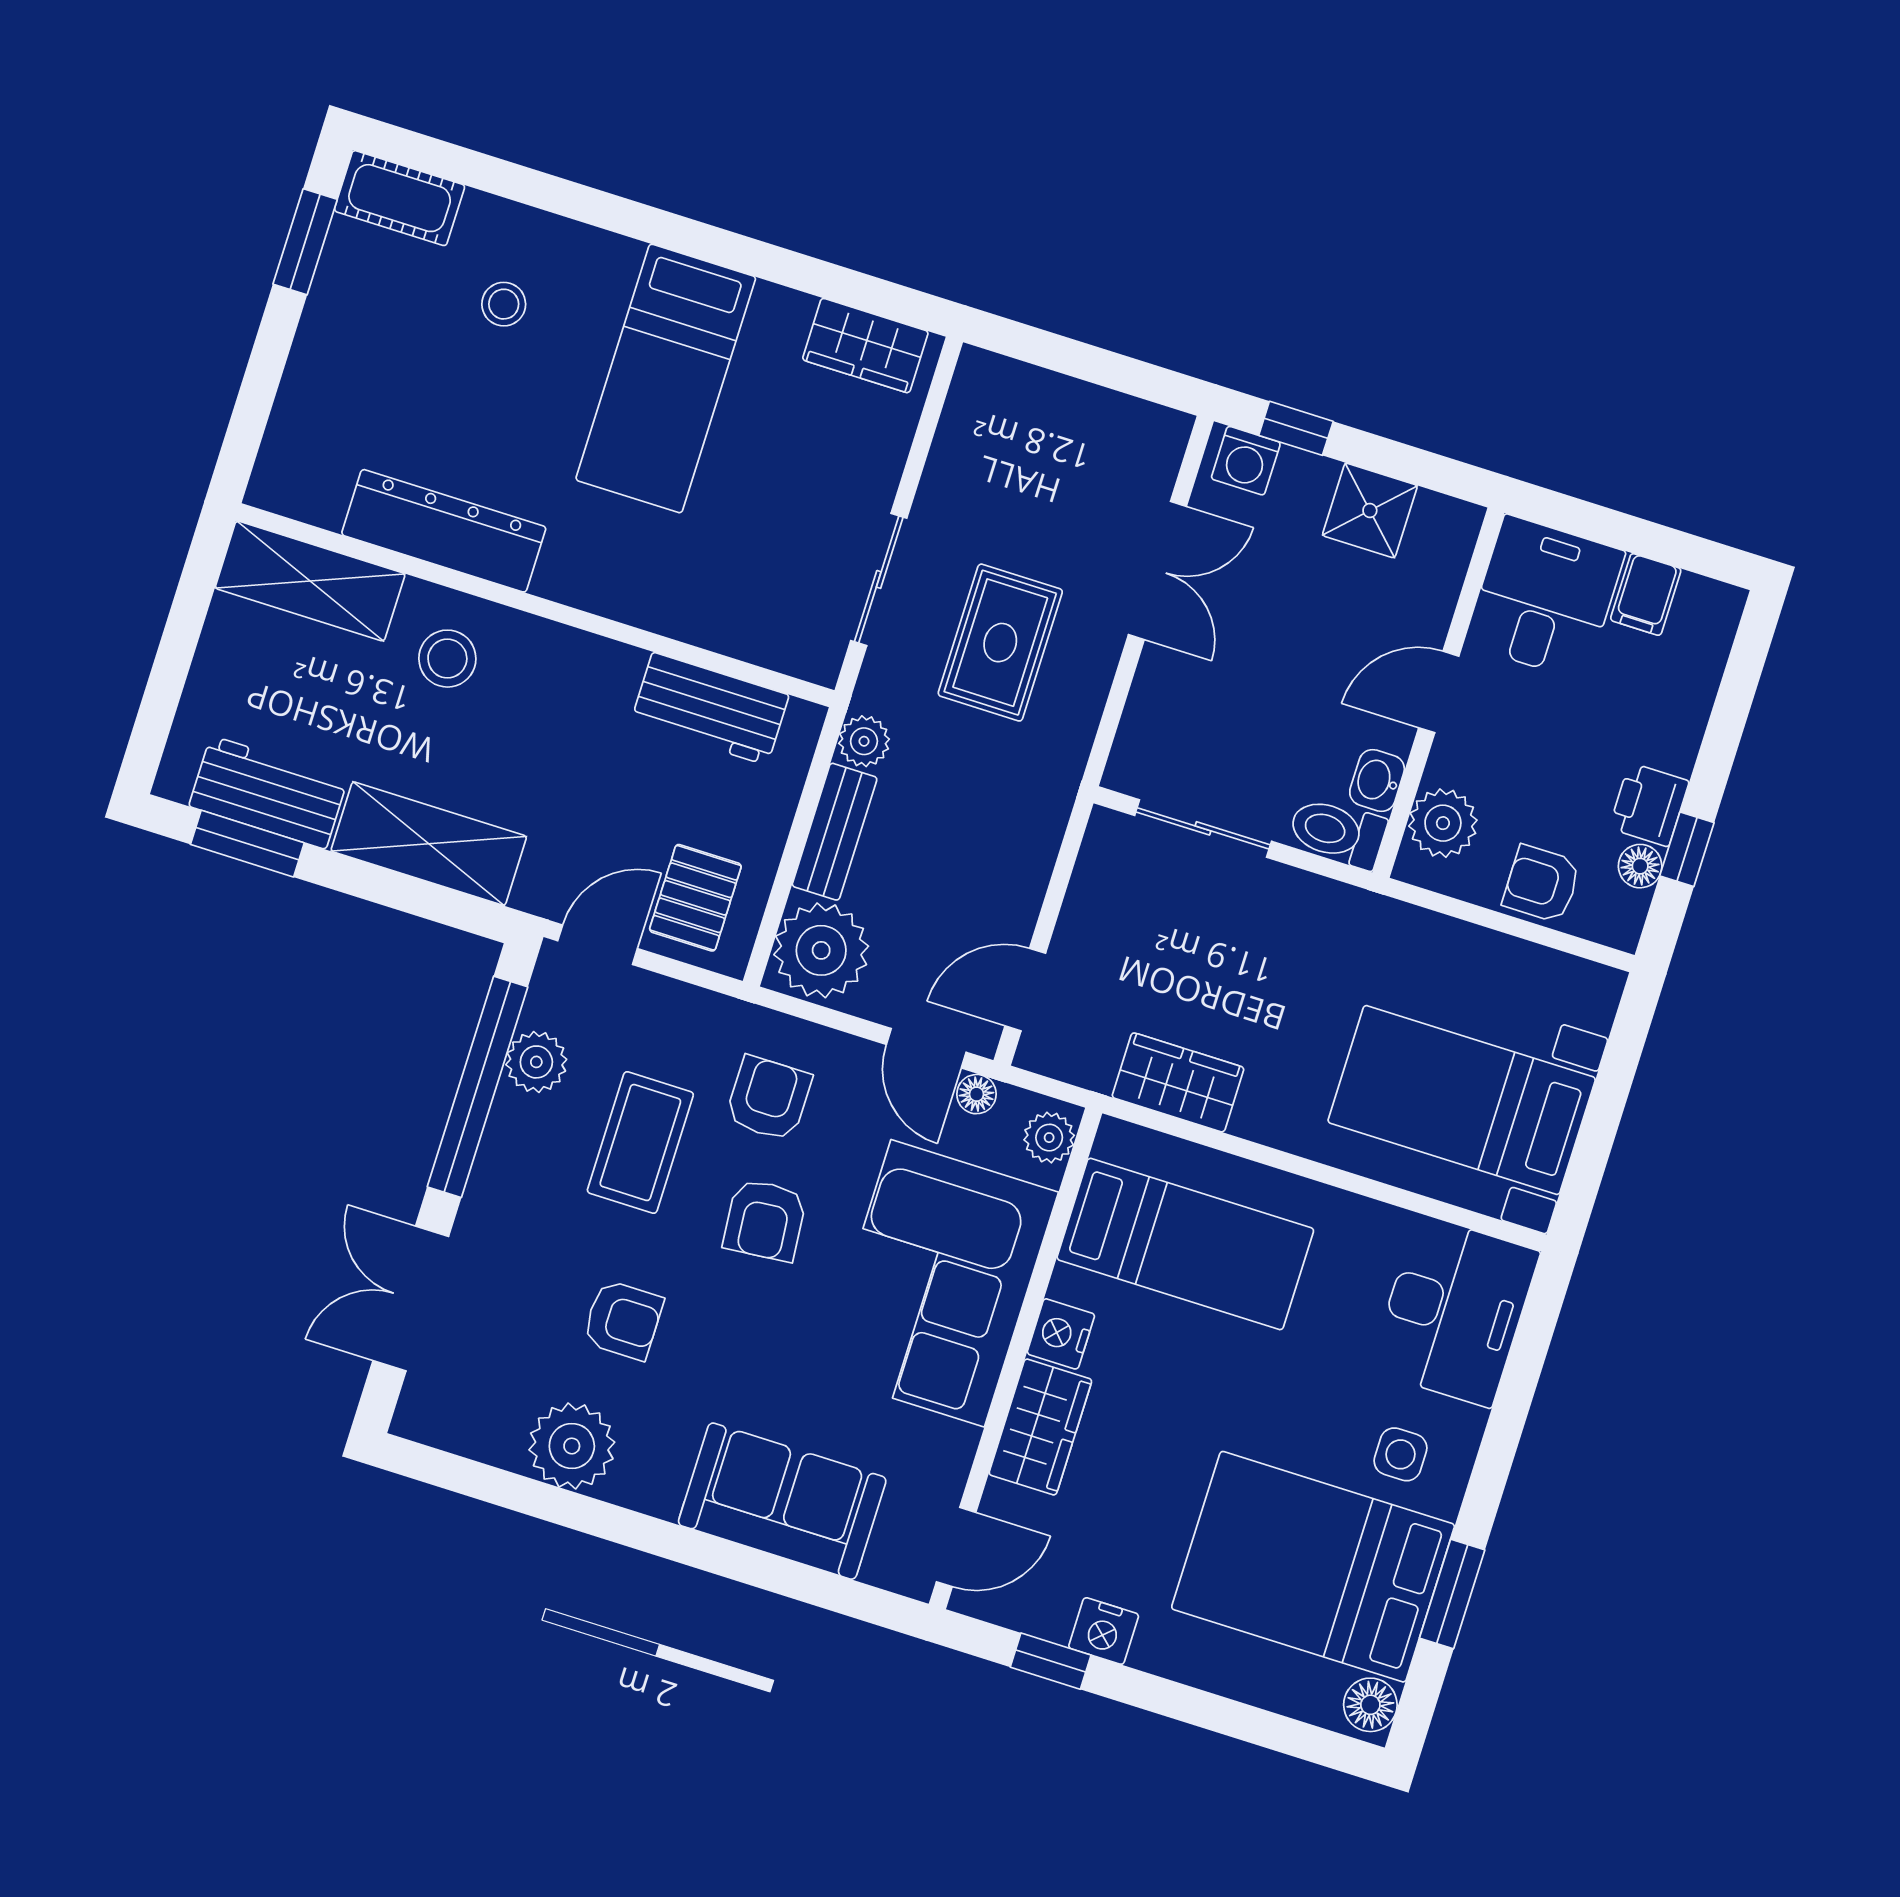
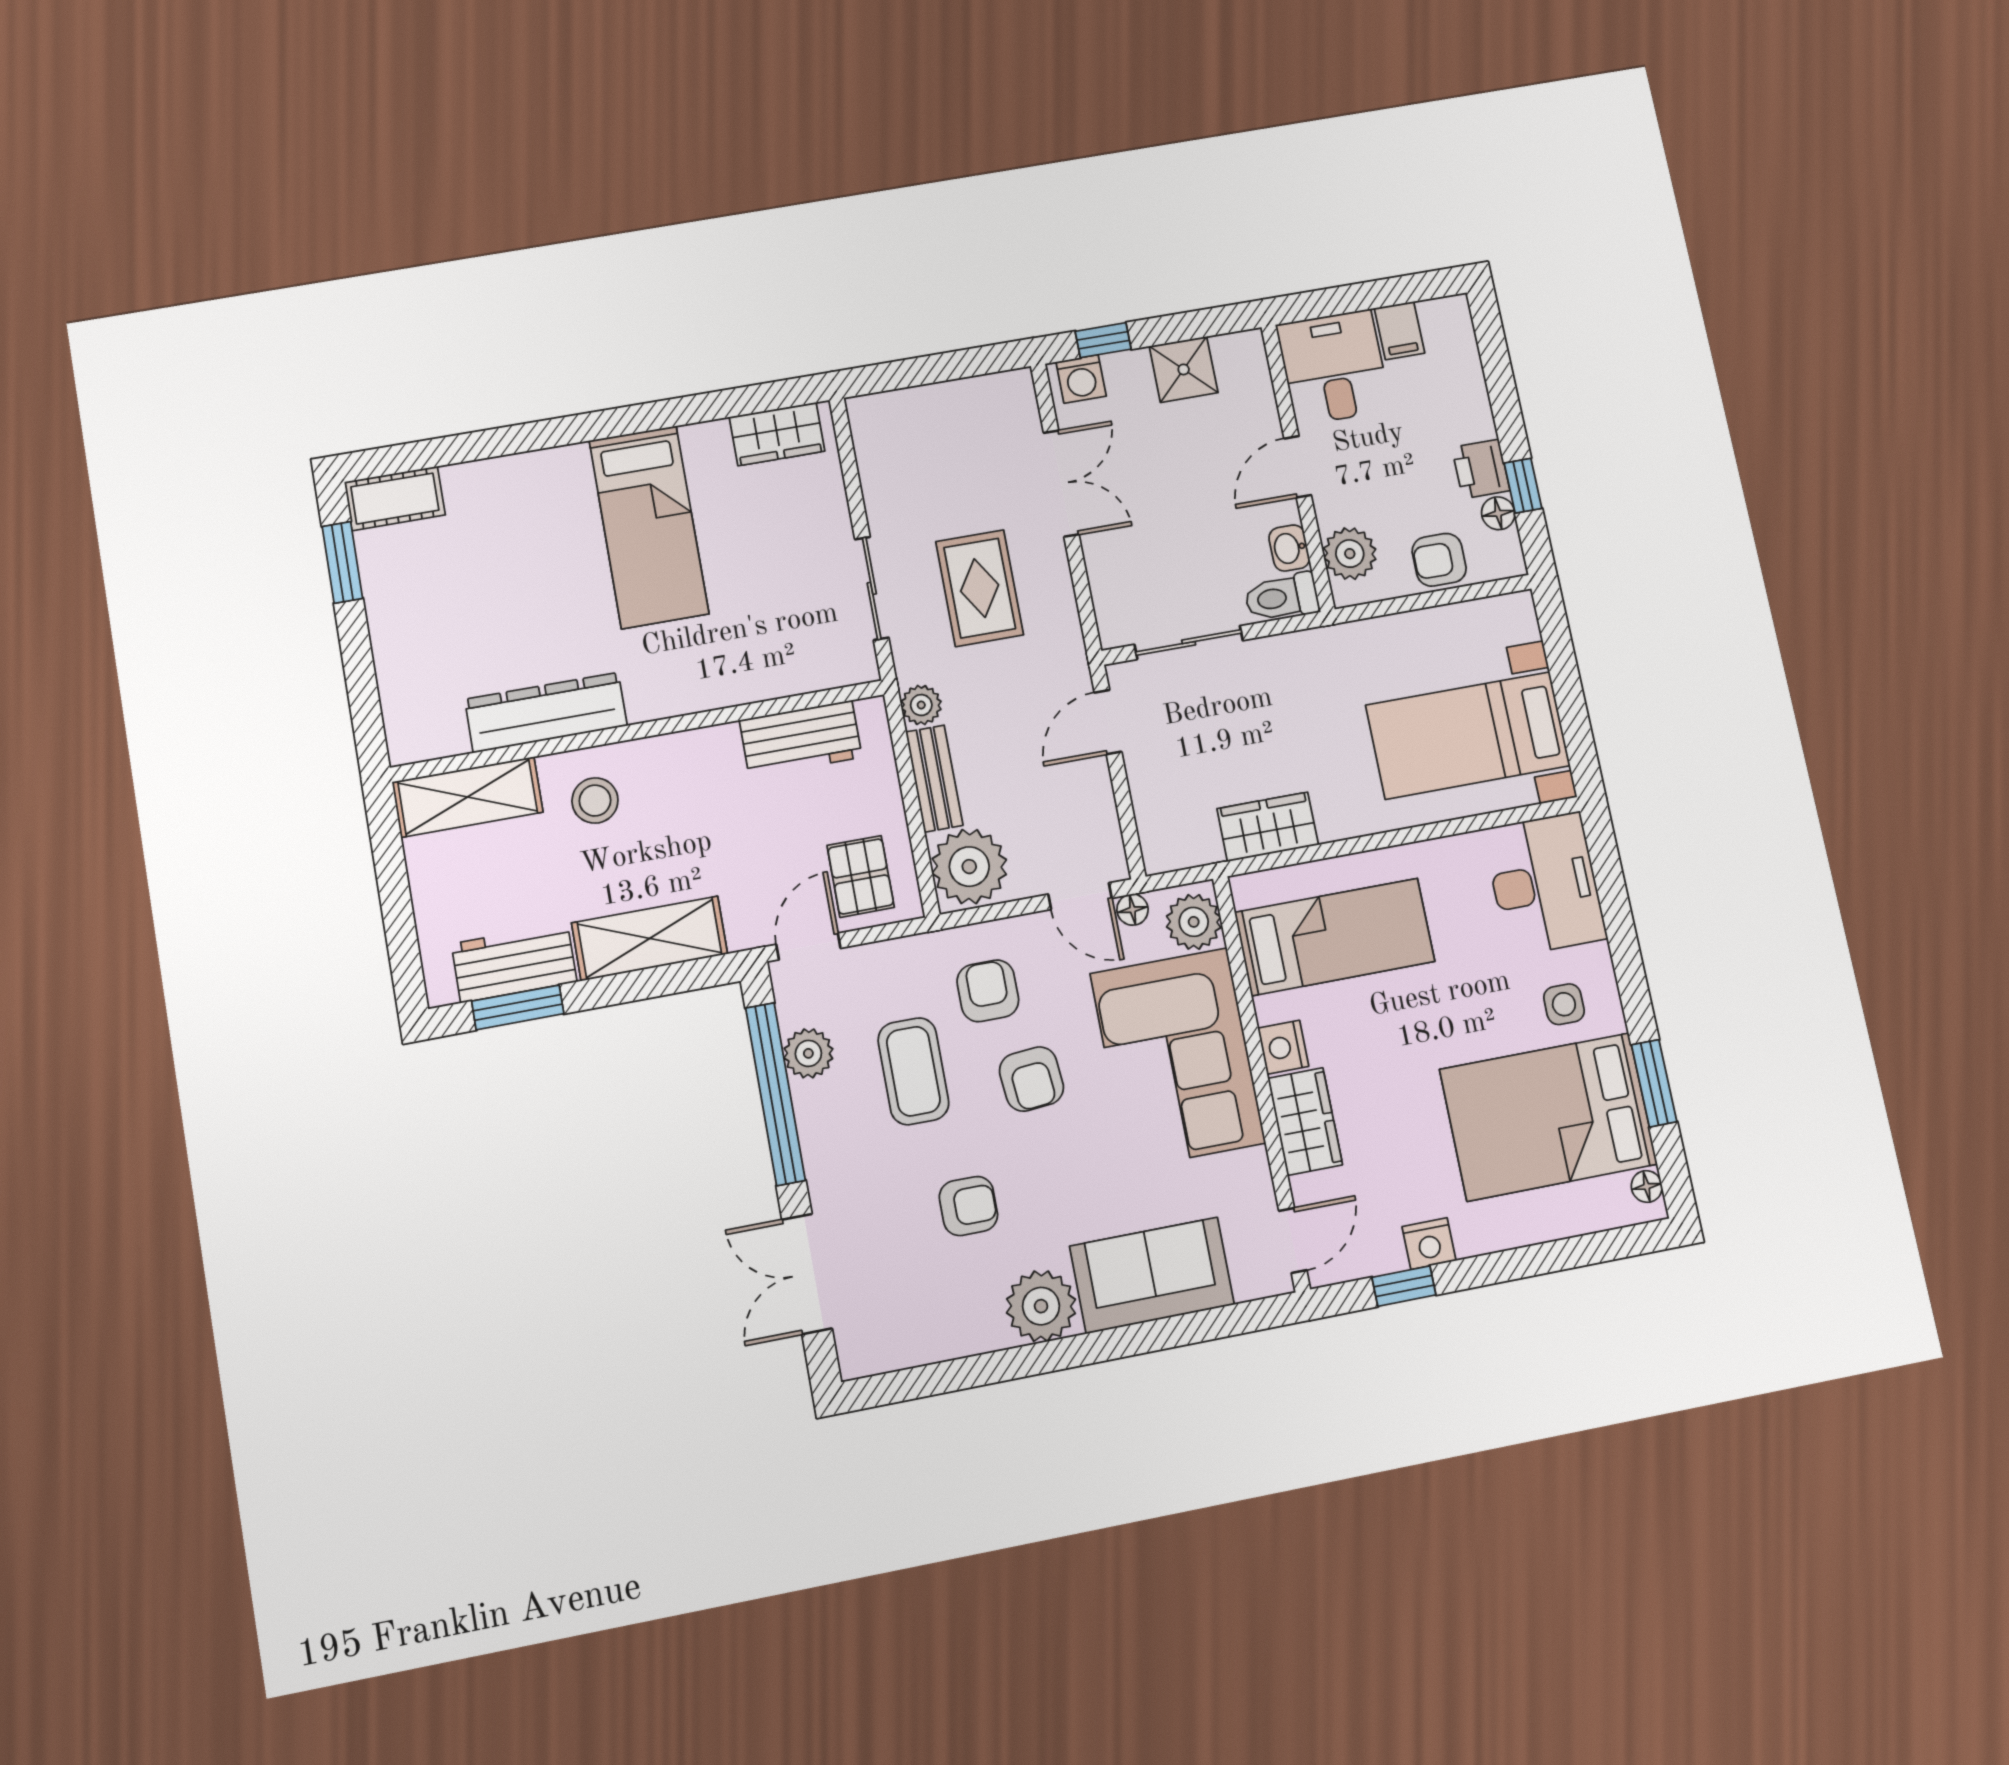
stool: (504, 304) -> (507, 534), removed
door: (1025, 990) -> (1108, 722), moved
plant: (1049, 1138) -> (1194, 922), width x1.38, depth x1.38
plant: (572, 1446) -> (1041, 1306), moved
floor lamp: (1370, 1705) -> (1647, 1186), width x0.73, depth x0.73

